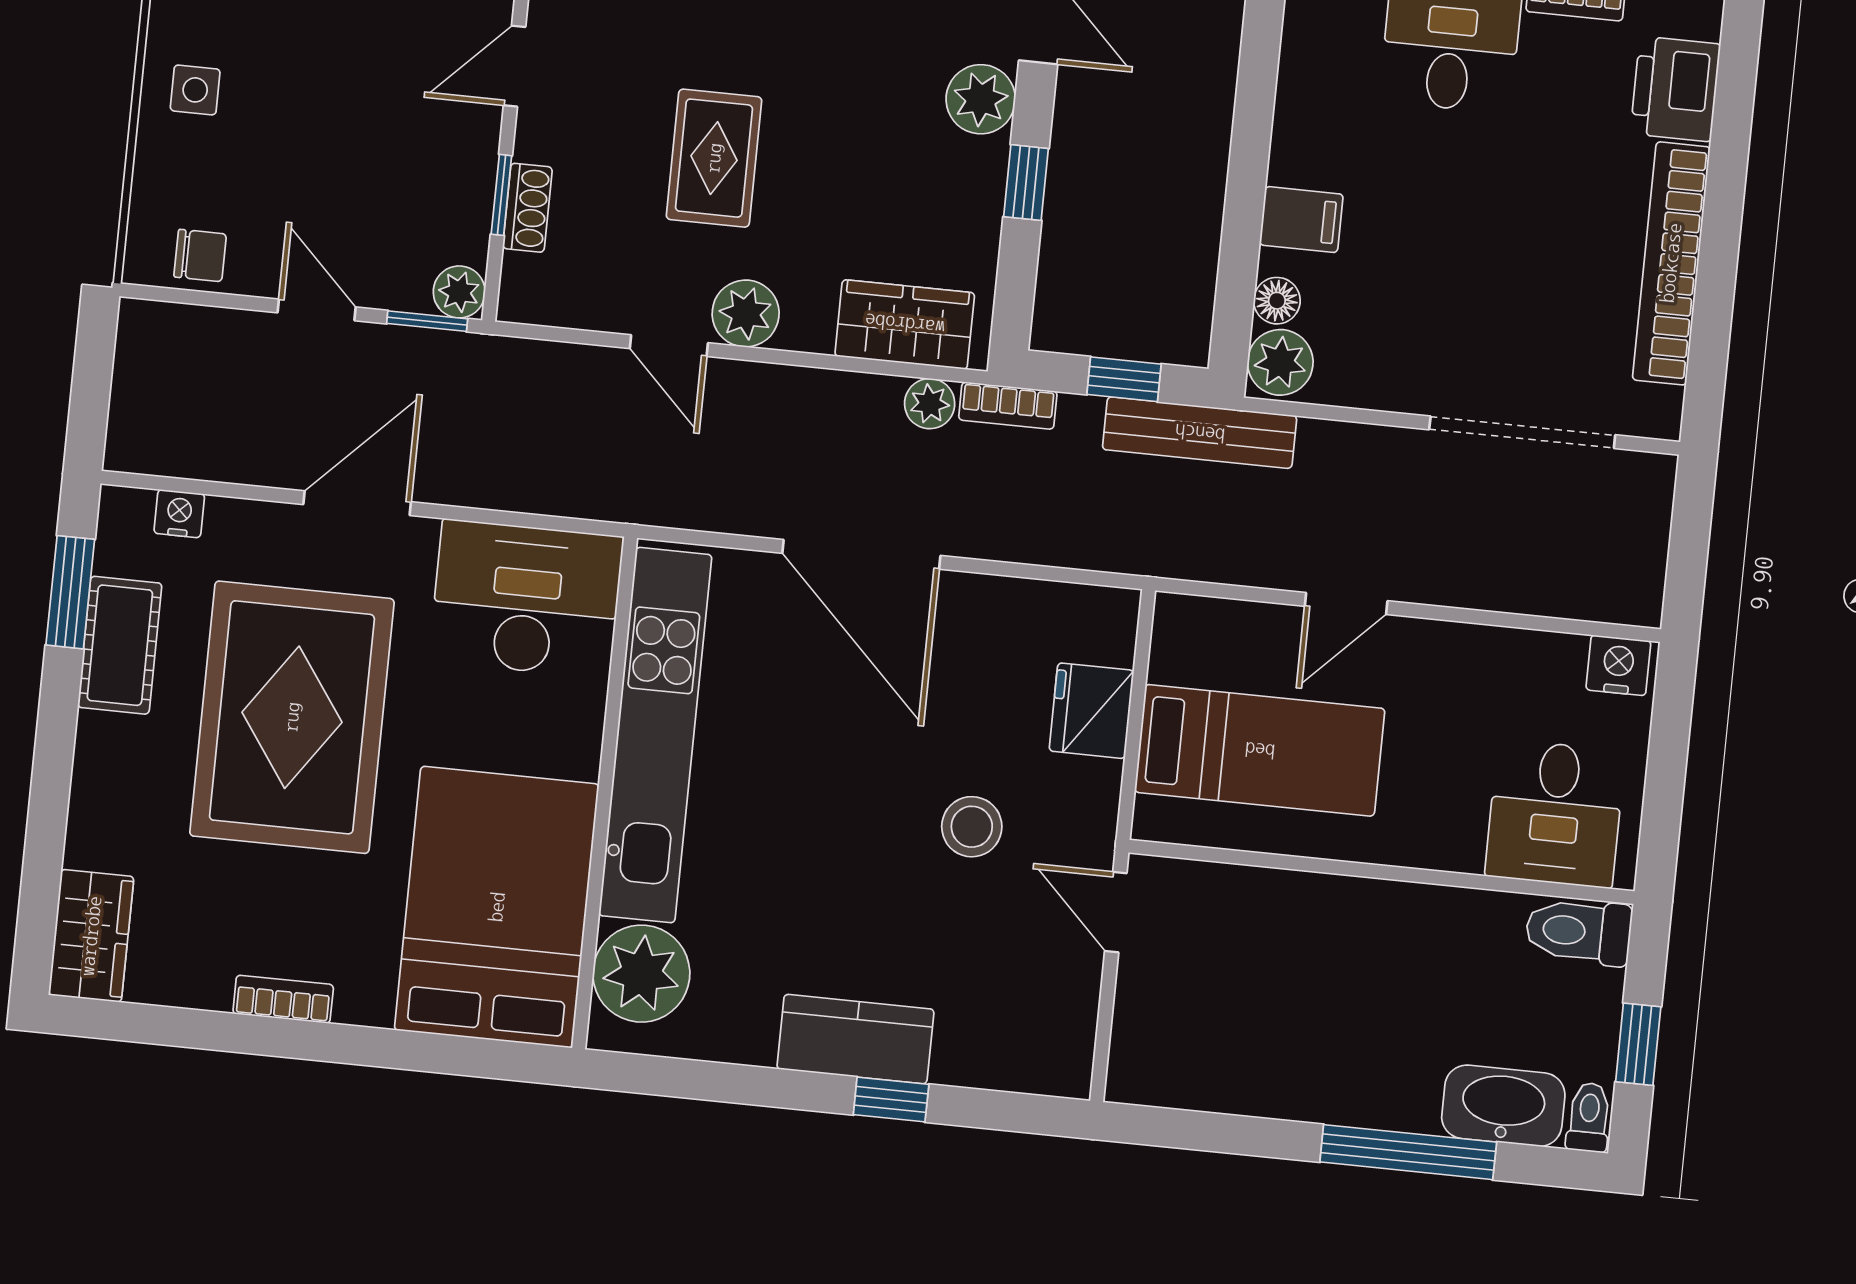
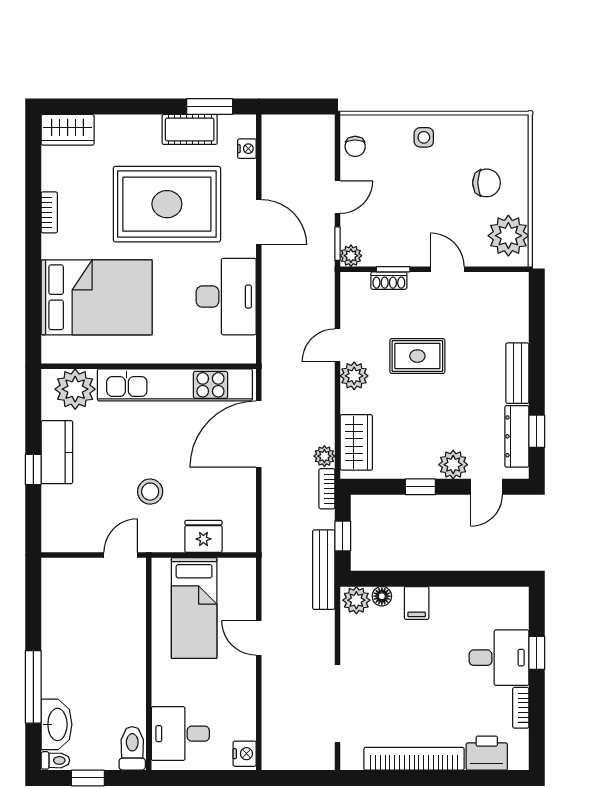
kitchen unit: (655, 735) -> (175, 385), moved
wall: (605, 793) -> (149, 366), moved
plant: (641, 974) -> (75, 389), moved

